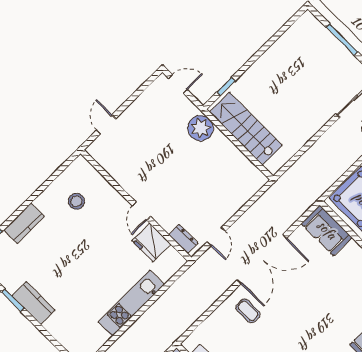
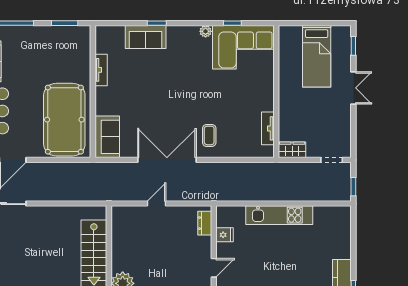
door: (216, 236) -> (156, 204), moved
fridge: (152, 243) -> (224, 235), width x0.53, depth x0.75

